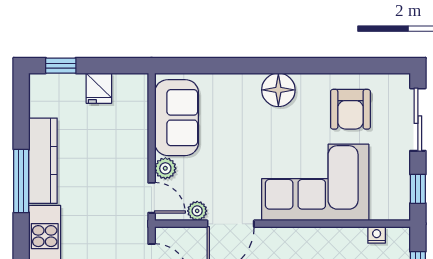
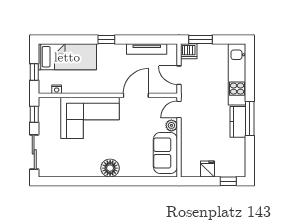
armchair: (350, 109) -> (71, 158), removed
kitchen counter: (43, 161) -> (238, 122), width x0.67
door: (152, 198) -> (179, 109), hinge flipped
plant: (197, 211) -> (154, 102), removed

